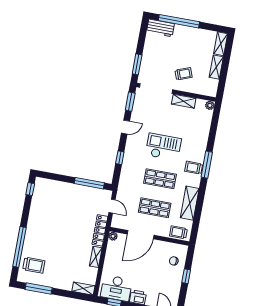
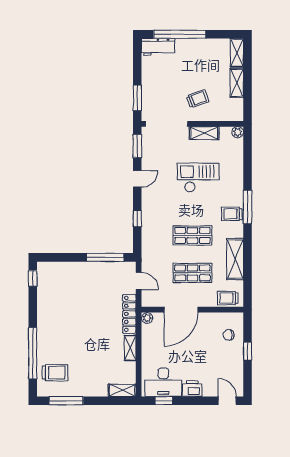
checkout: (163, 147) -> (198, 178), moved

